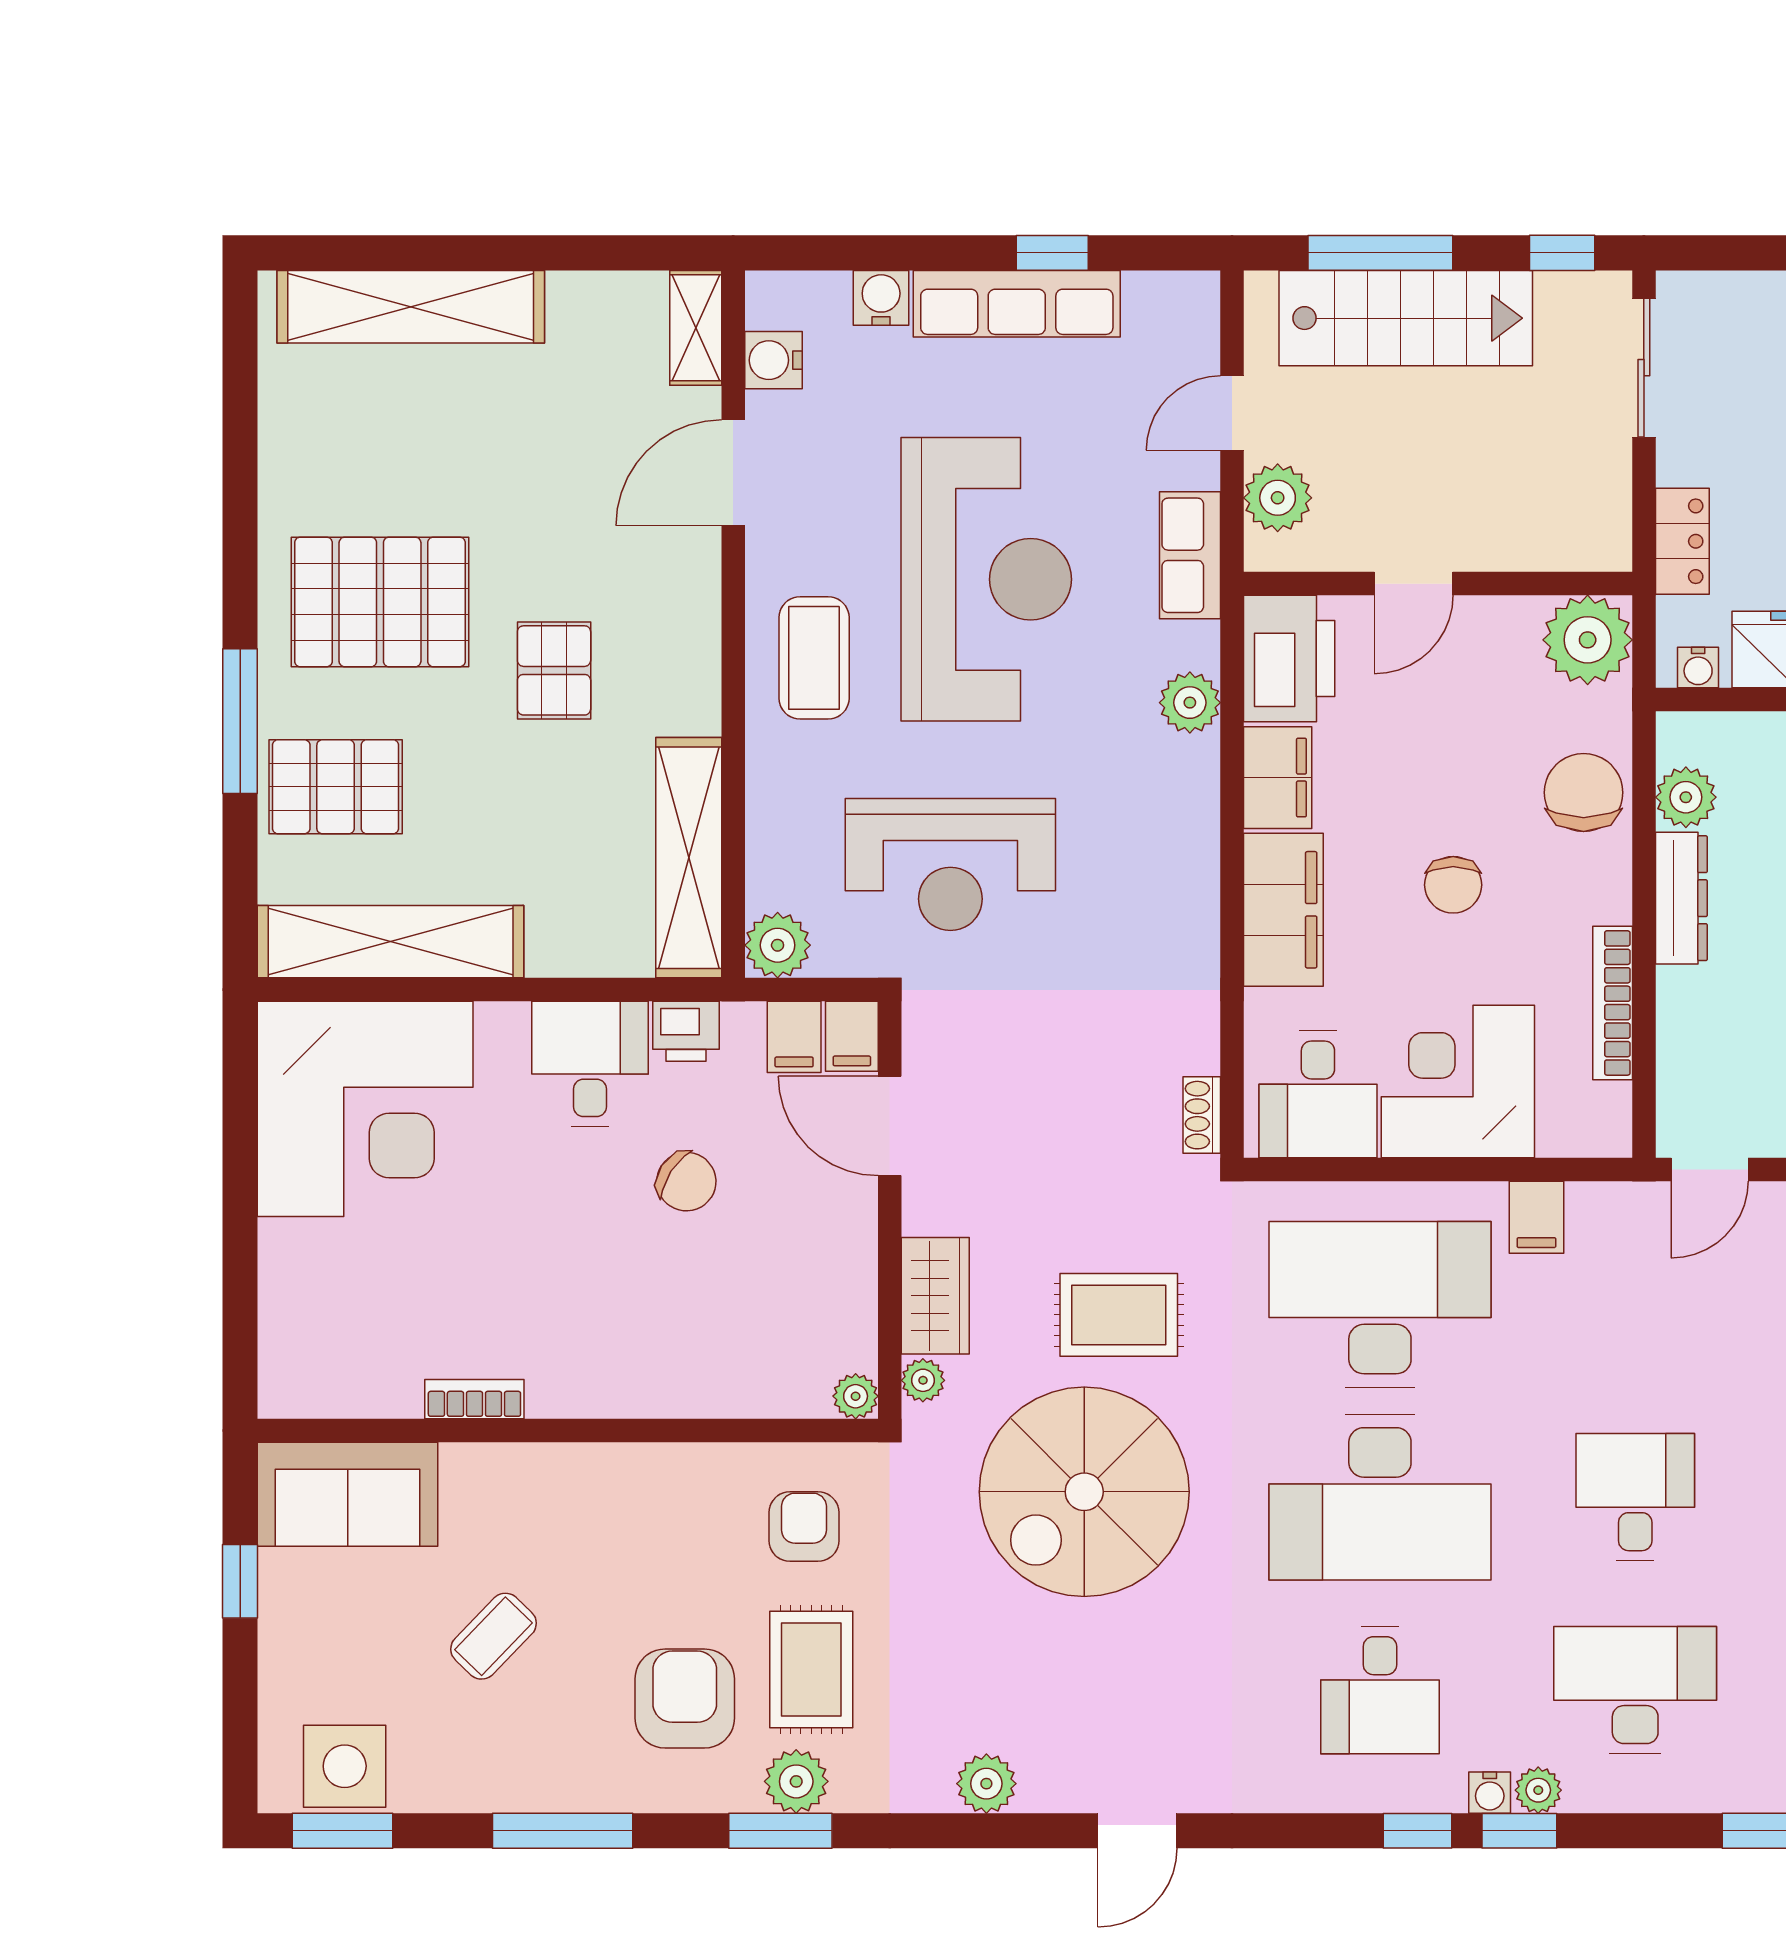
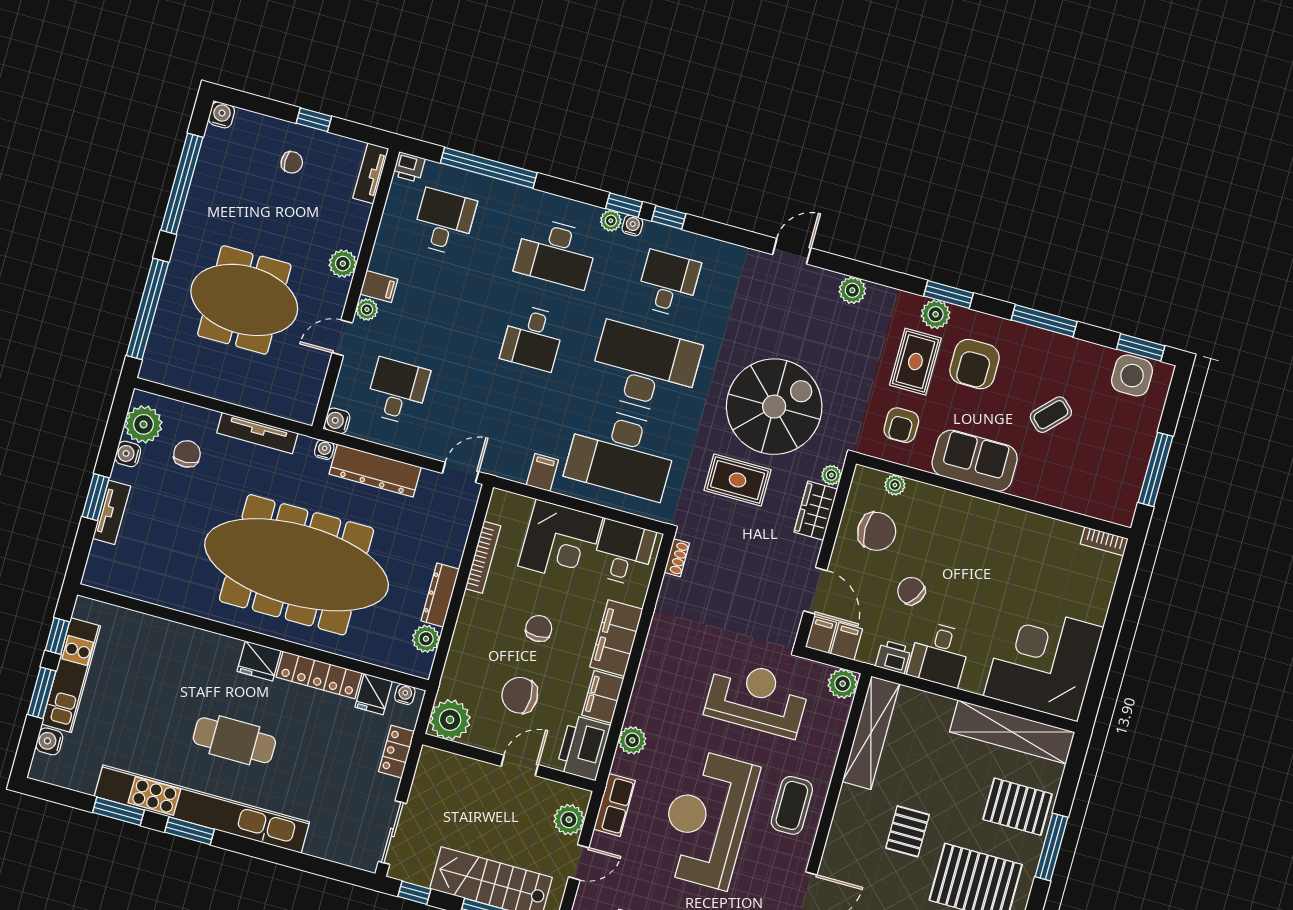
chair: (1584, 793) -> (520, 695), moved, turned 90
chair: (794, 1288) -> (877, 531), added
plant: (856, 1396) -> (895, 485), moved
bookcase: (474, 1399) -> (1104, 541), moved
sofa: (348, 1494) -> (975, 461), moved
window: (240, 1581) -> (1156, 469), width x2.17

